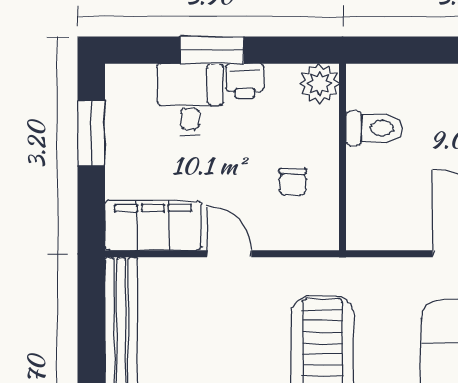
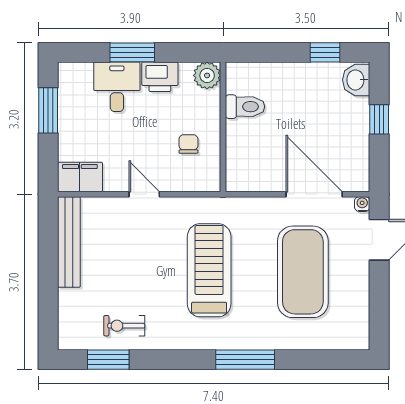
printer: (245, 81) -> (160, 77), width x1.36, depth x1.24
chair: (293, 182) -> (188, 144), turned 180
filing cabinet: (153, 226) -> (80, 177), width x0.67, depth x0.86

